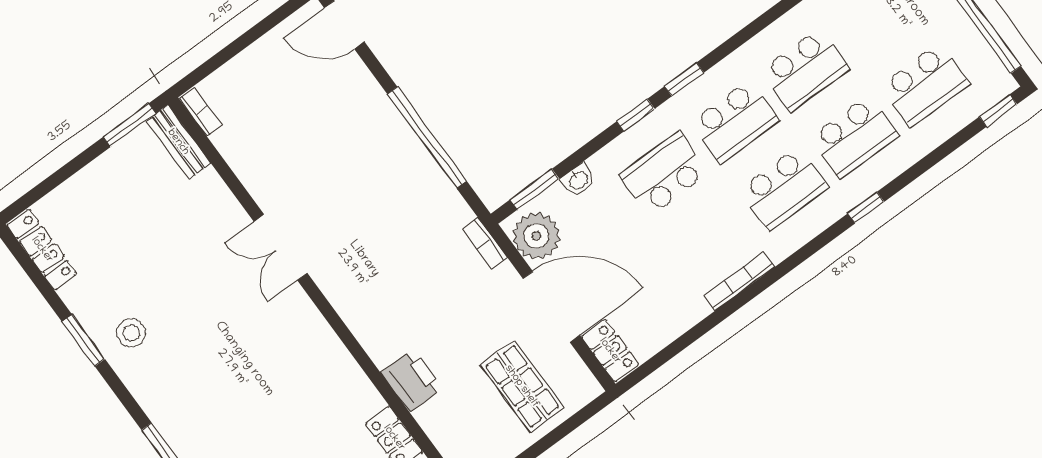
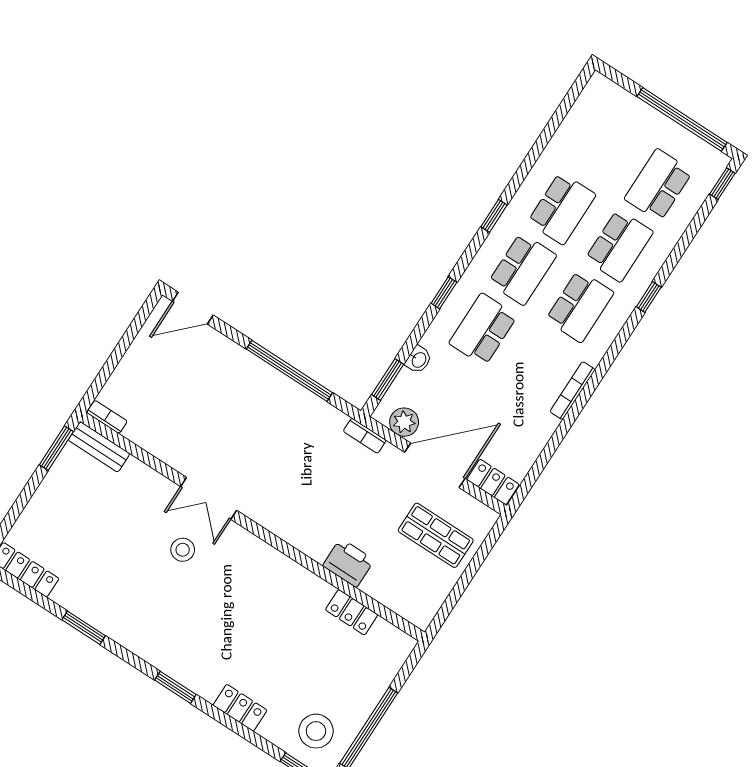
window: (684, 79) -> (494, 216), moved
school desk: (925, 85) -> (658, 185), turned 180
plant: (536, 236) -> (404, 422), width x0.73, depth x0.73
stool: (131, 333) -> (183, 550), moved

